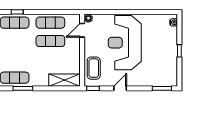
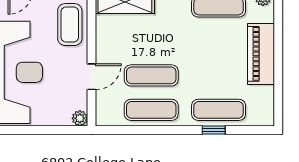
door: (82, 30) -> (92, 77), moved

